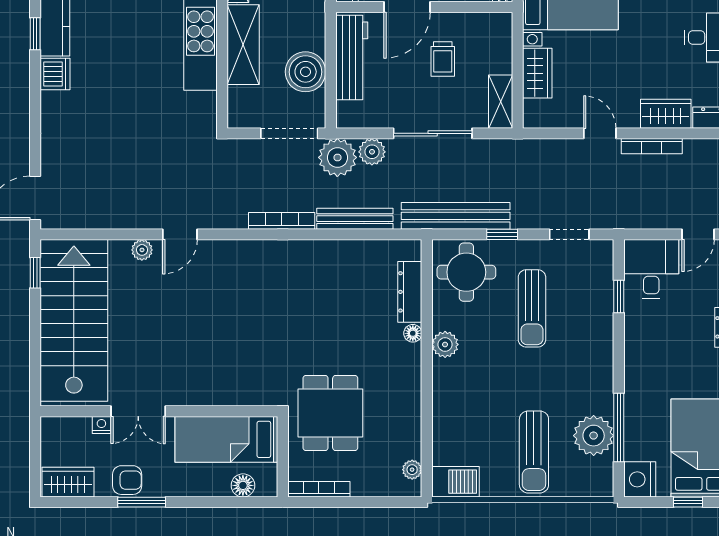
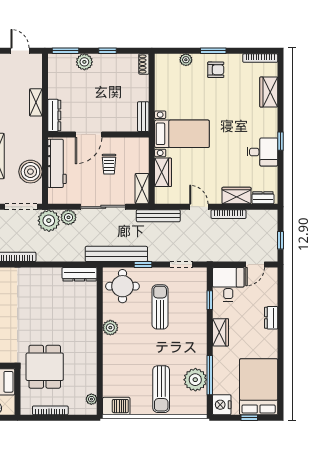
bench: (355, 219) -> (158, 216), moved
dresser: (410, 292) -> (80, 274), moved, turned -90
sun lounger: (532, 308) -> (160, 307), turned 180
floor lamp: (413, 333) -> (92, 321), removed
wardrobe: (638, 353) -> (220, 332), added
bookcase: (319, 489) -> (50, 410), moved

